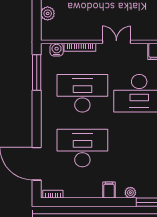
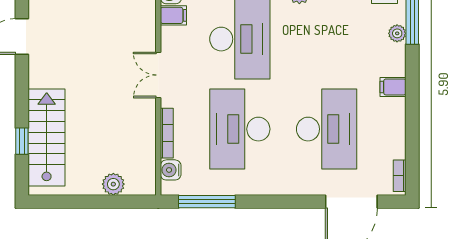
desk: (82, 148) -> (327, 129), turned 180
plant: (130, 193) -> (397, 33), moved

